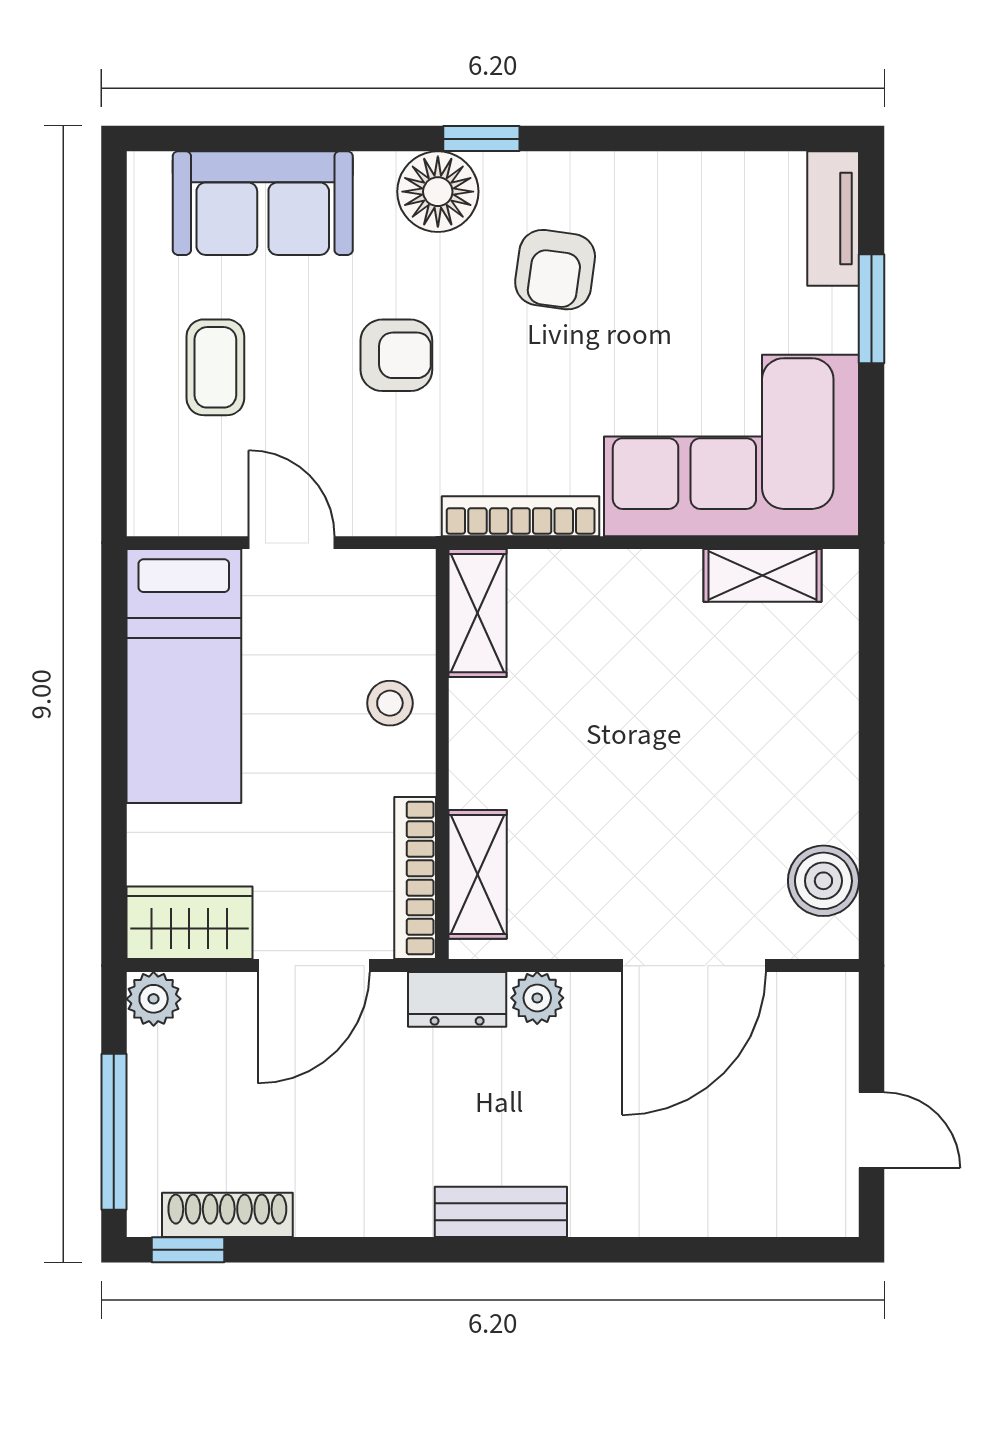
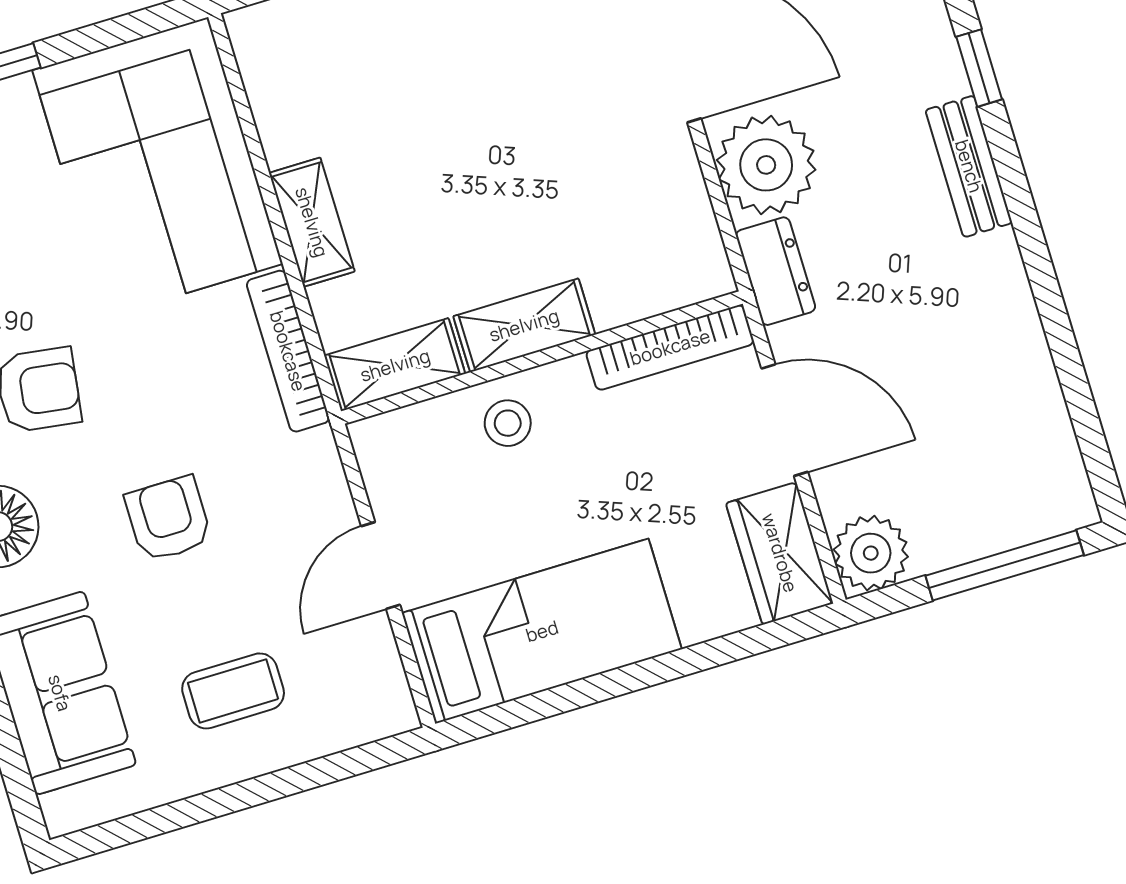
shelving: (763, 575) -> (312, 222), moved
shelving: (478, 874) -> (524, 325), moved
plant: (537, 998) -> (766, 165), width x1.87, depth x1.87
plant: (154, 999) -> (871, 553), width x1.38, depth x1.38
shoe rack: (227, 1215) -> (1052, 431), removed
window: (188, 1250) -> (979, 68), moved

